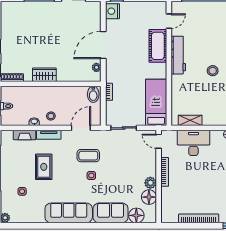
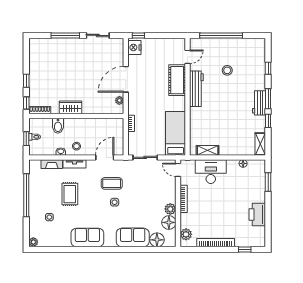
stool: (213, 71) -> (227, 70), moved
bidet: (93, 94) -> (58, 126), moved
plant: (167, 210) -> (186, 234), added
sofa: (69, 213) -> (87, 237), width x0.73

